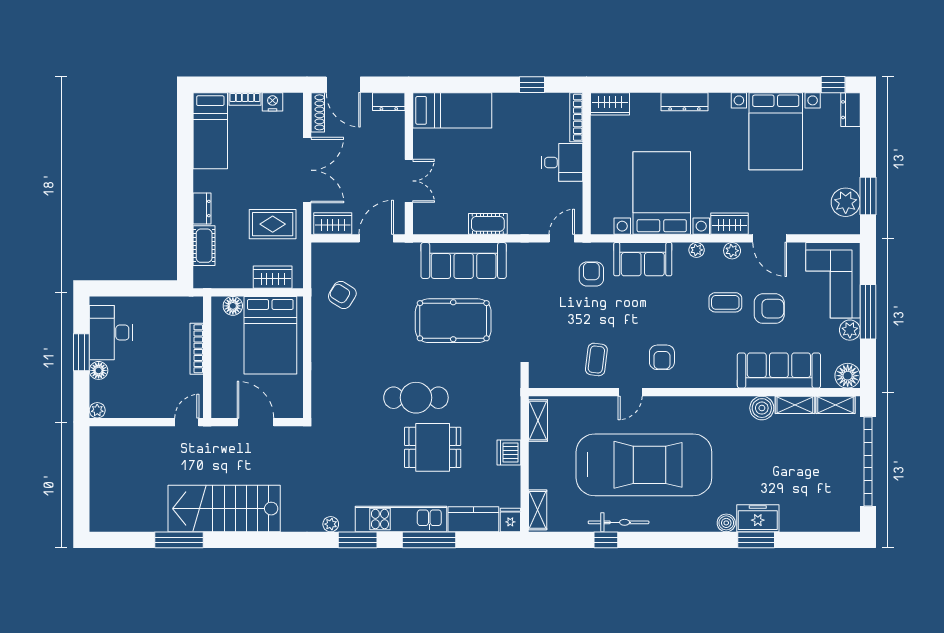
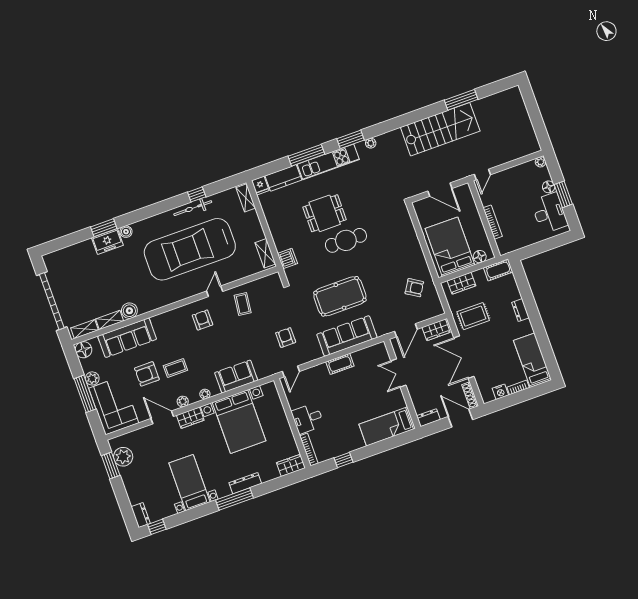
window: (708, 85) -> (235, 499), added
bed with nightstands: (776, 131) -> (189, 483), width x0.73
cot: (204, 246) -> (498, 270), moved, turned 90
armchair: (591, 274) -> (286, 338), moved, turned 180
dishwasher: (509, 453) -> (287, 258), moved

